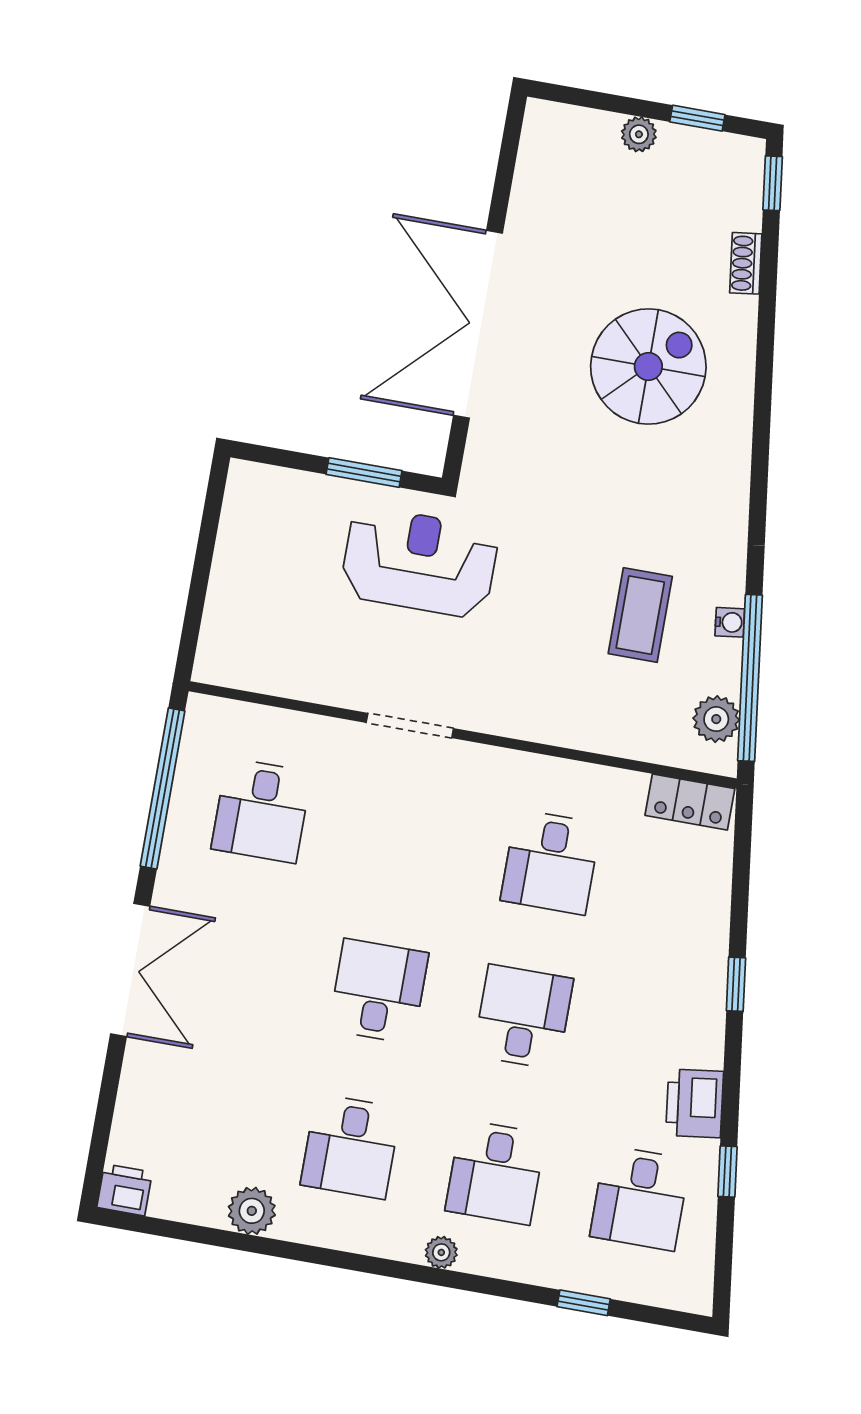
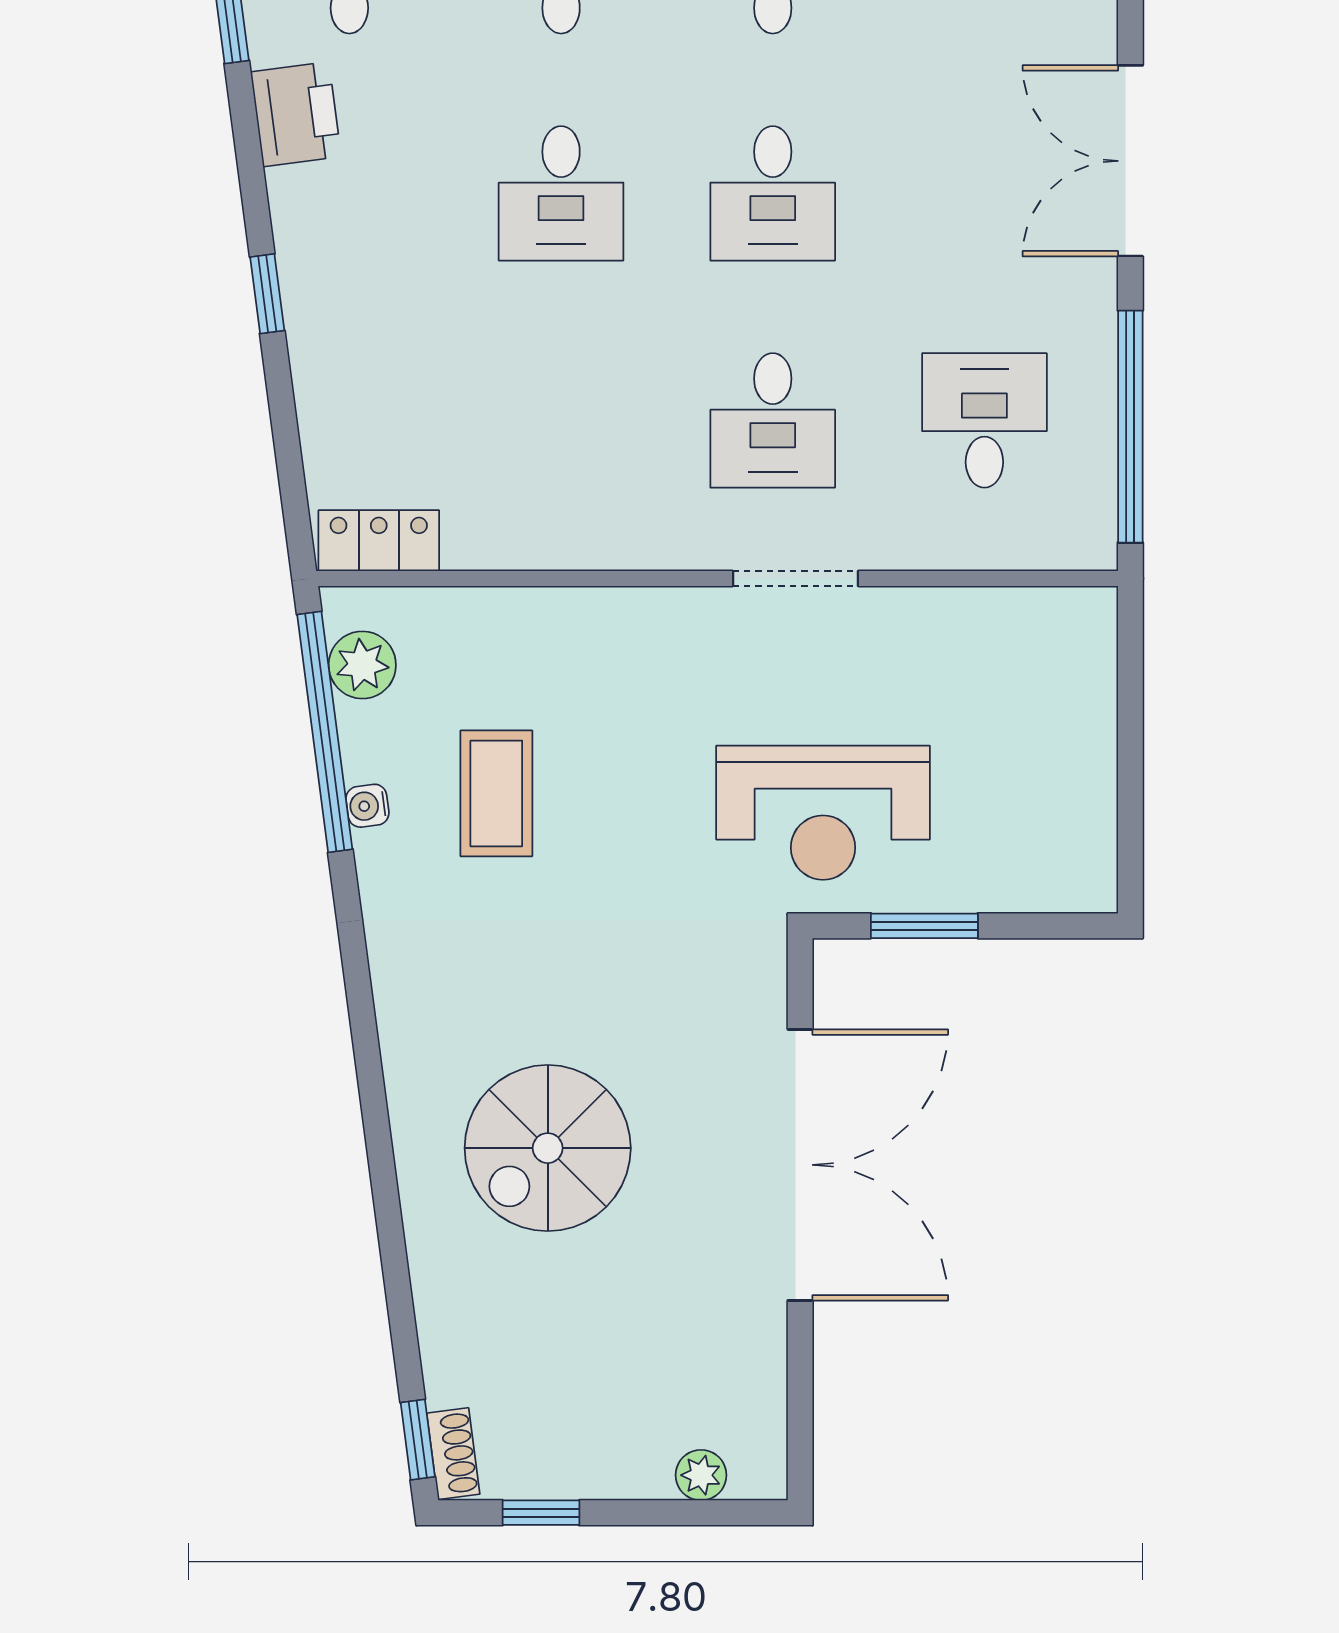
plant: (639, 134) -> (701, 1475), moved
shoe rack: (746, 263) -> (453, 1454), moved
desk: (551, 862) -> (773, 420), moved, turned 180

